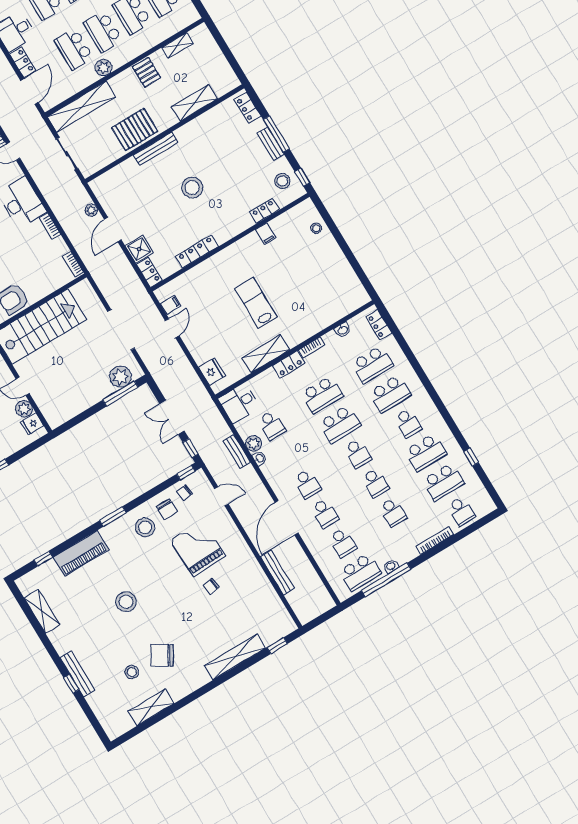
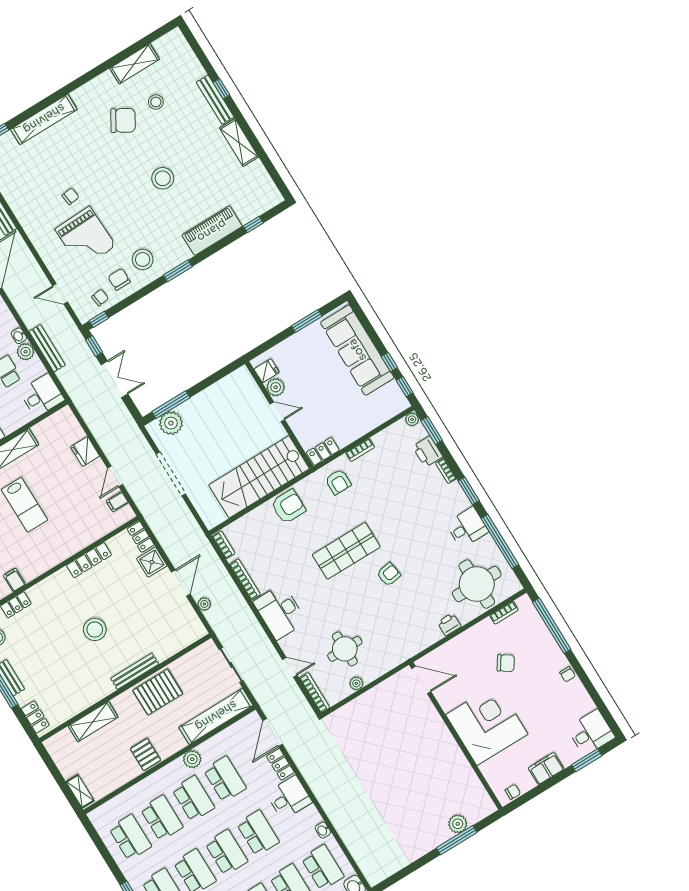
shelving: (178, 45) -> (80, 791), moved, turned 90
bookcase: (50, 226) -> (245, 579), width x1.56
fridge: (212, 372) -> (85, 452), moved
bench: (237, 452) -> (47, 348), width x1.36
shelving: (42, 611) -> (239, 142), moved

